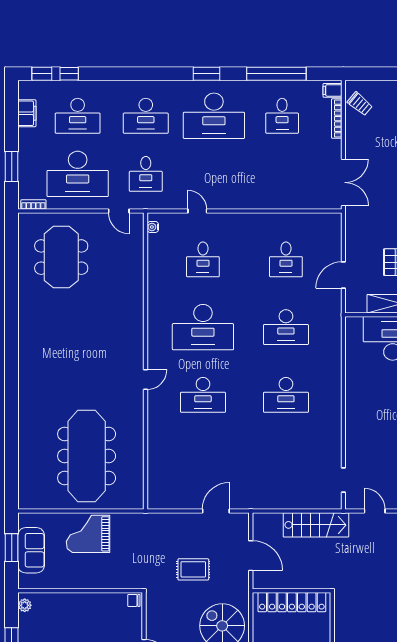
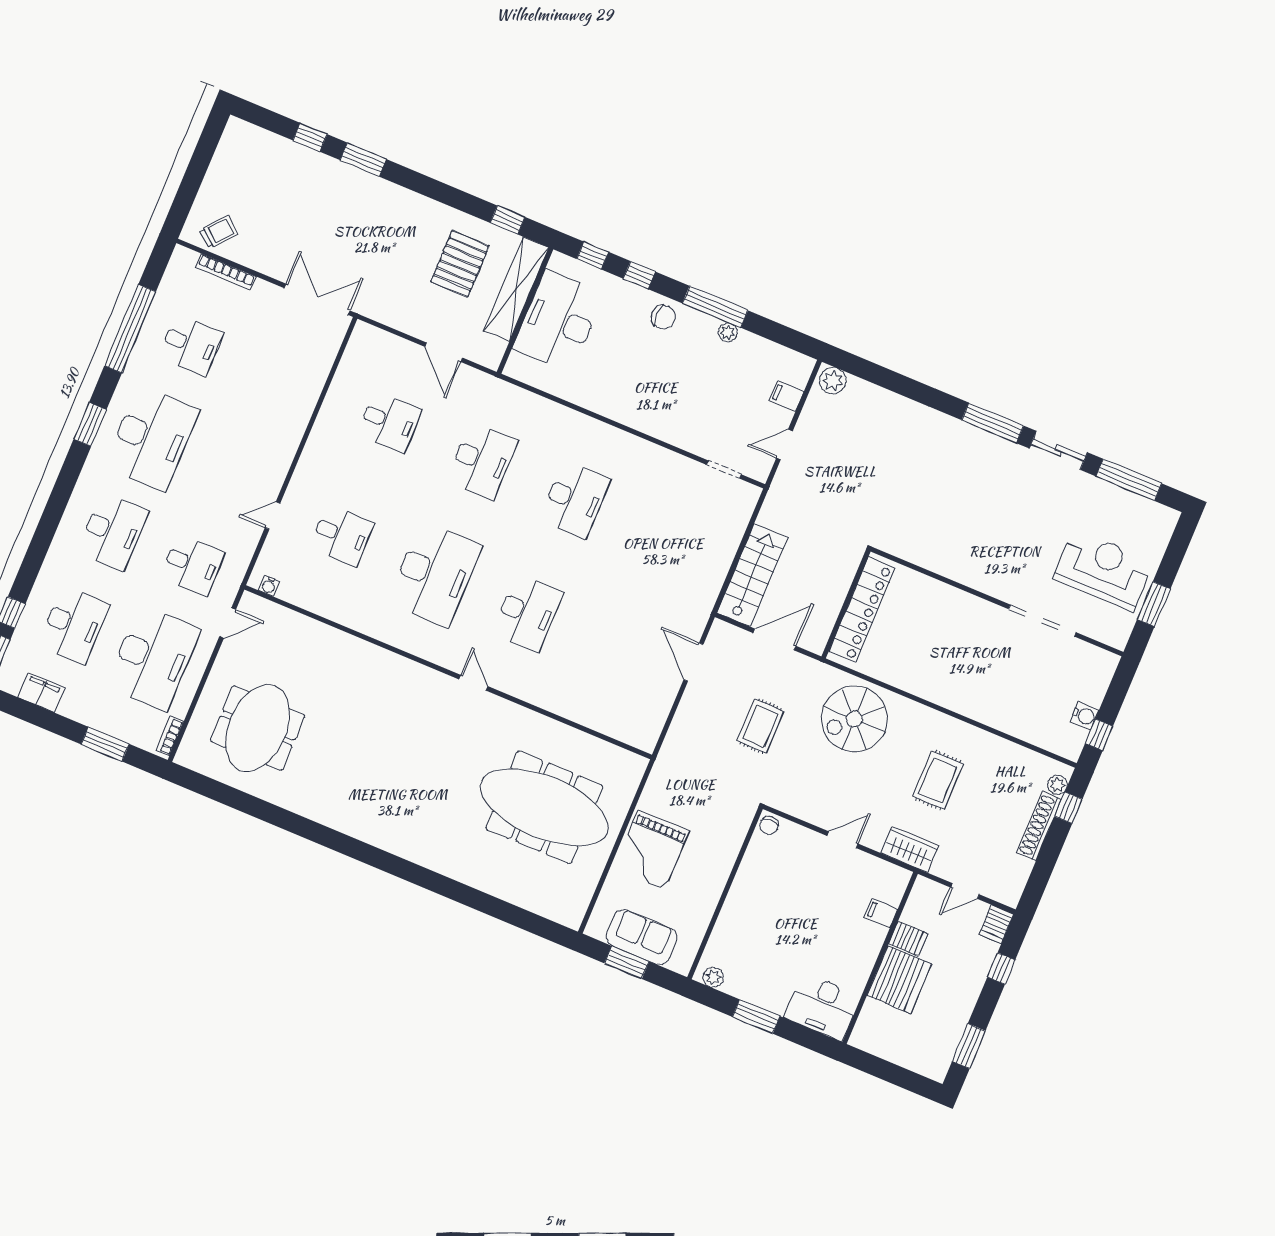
filing cabinet: (332, 90) -> (185, 262), removed
meeting table: (61, 257) -> (258, 728), turned 90
stairs: (316, 525) -> (752, 575), moved

